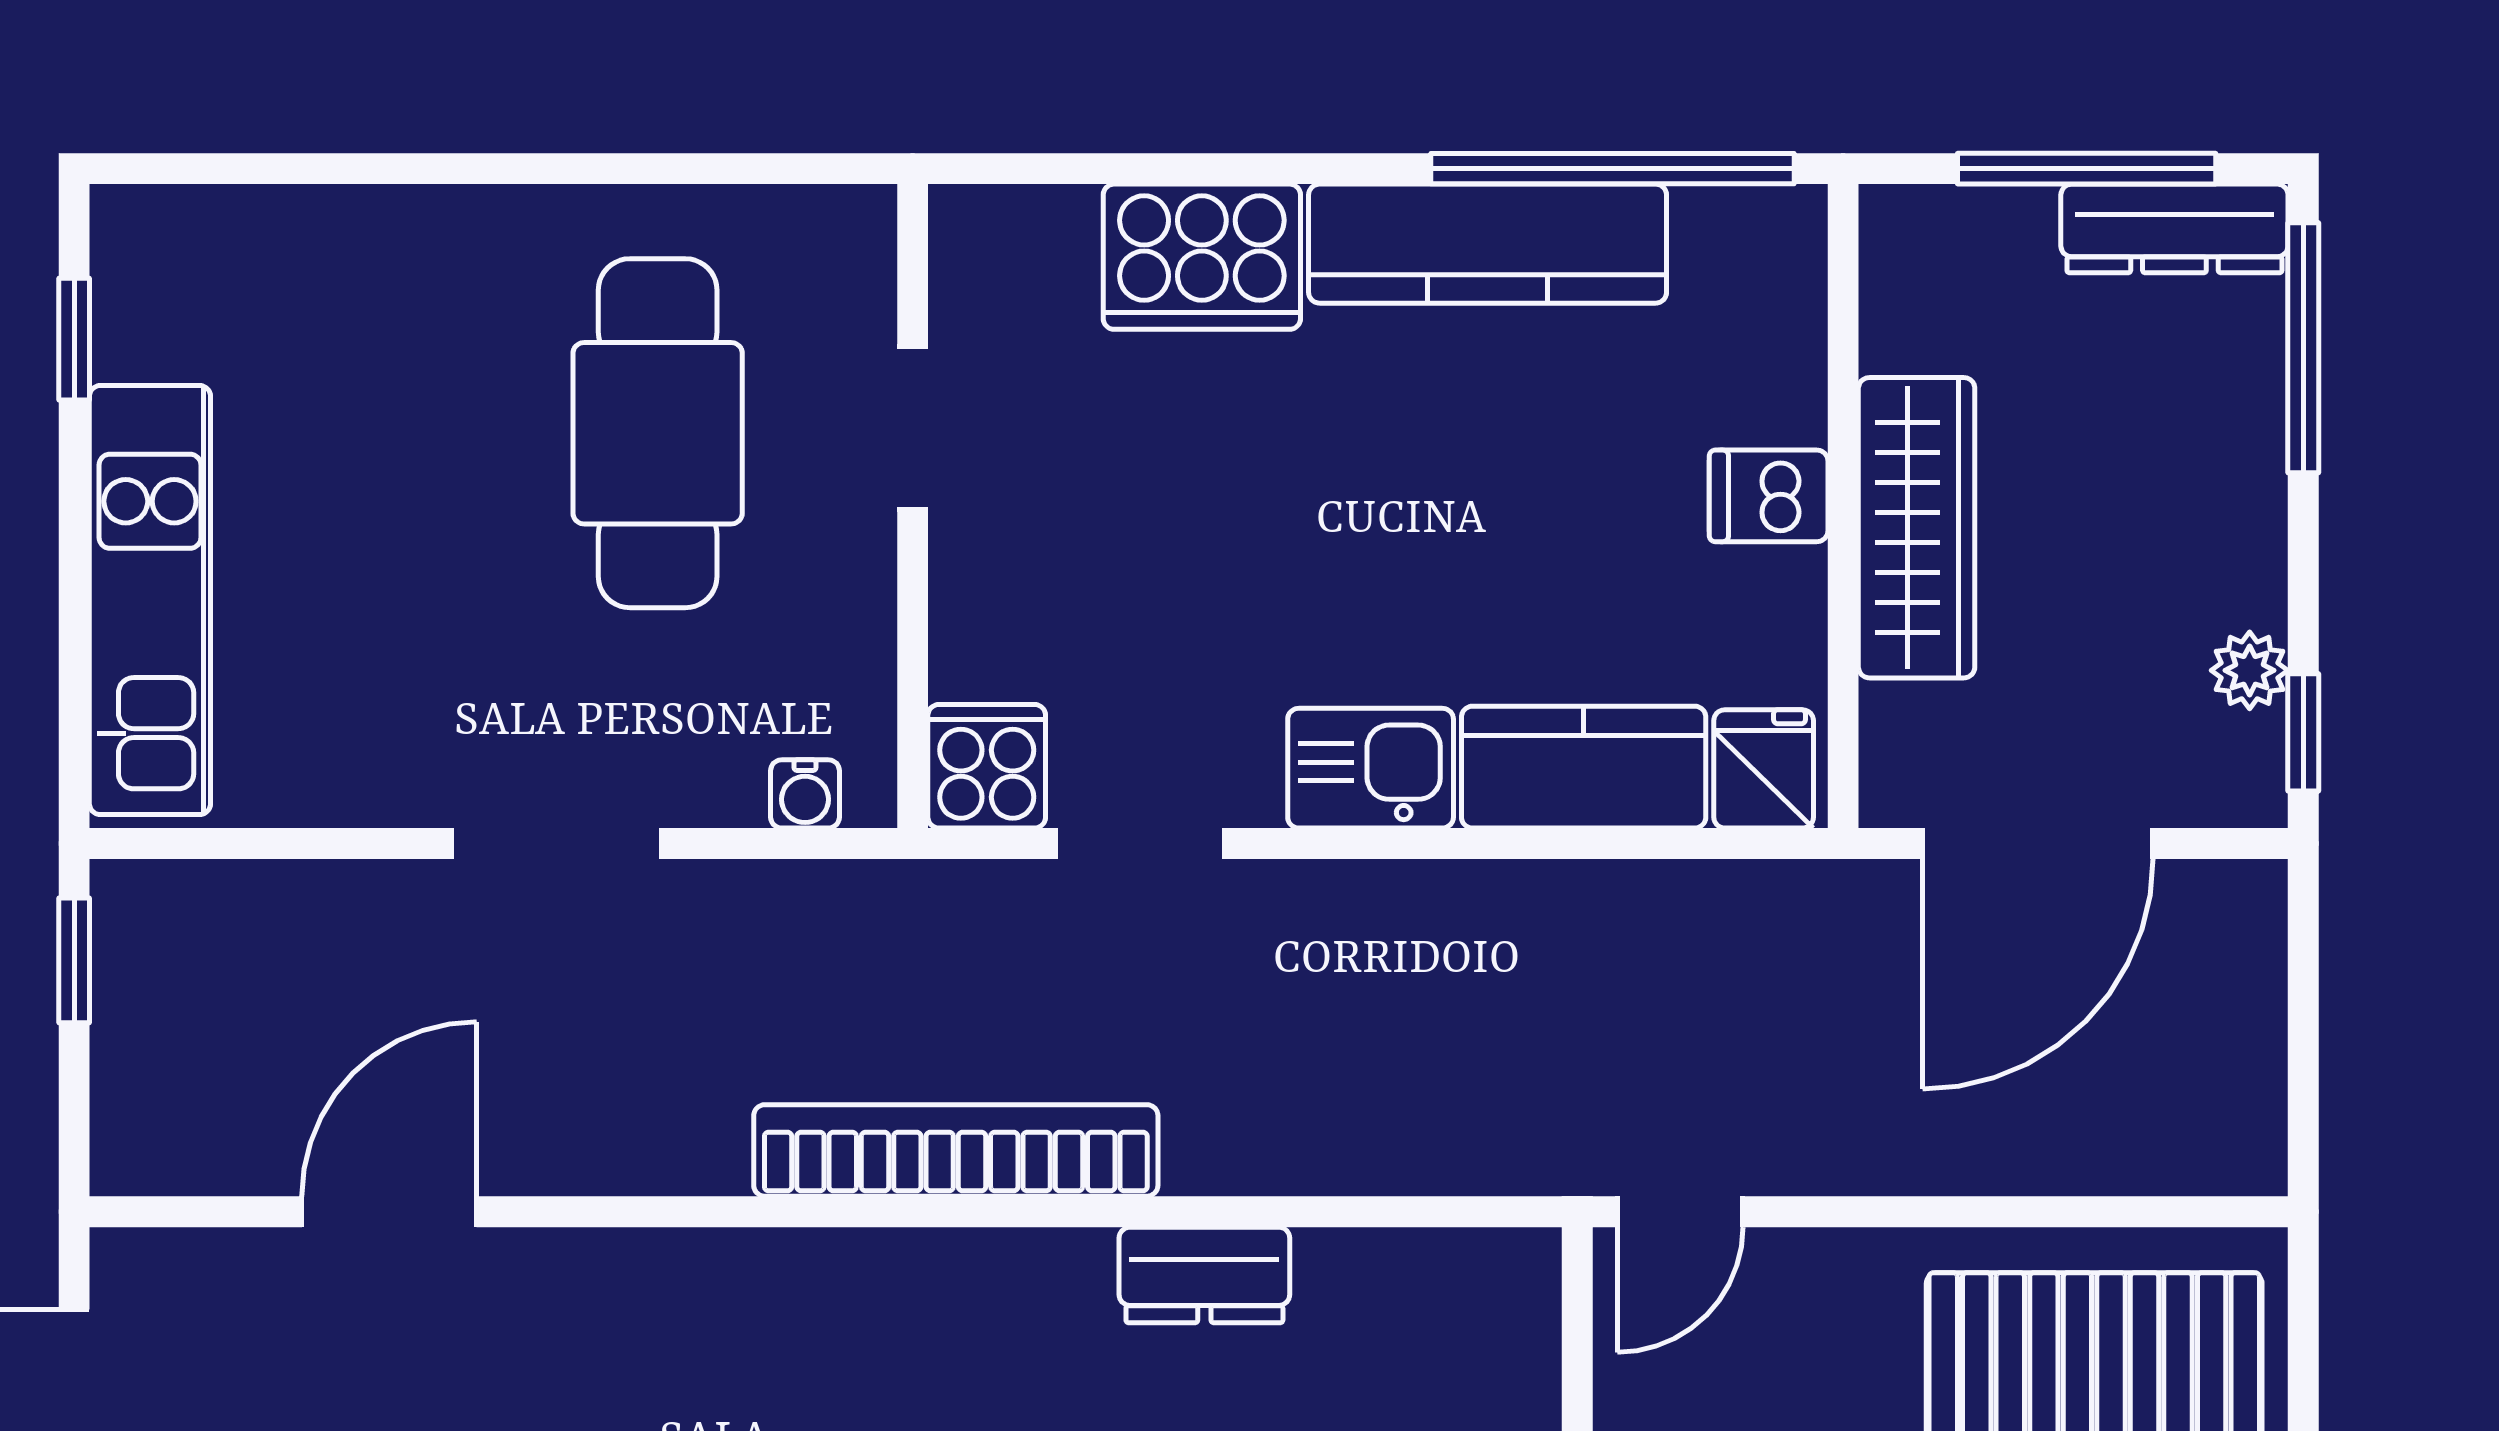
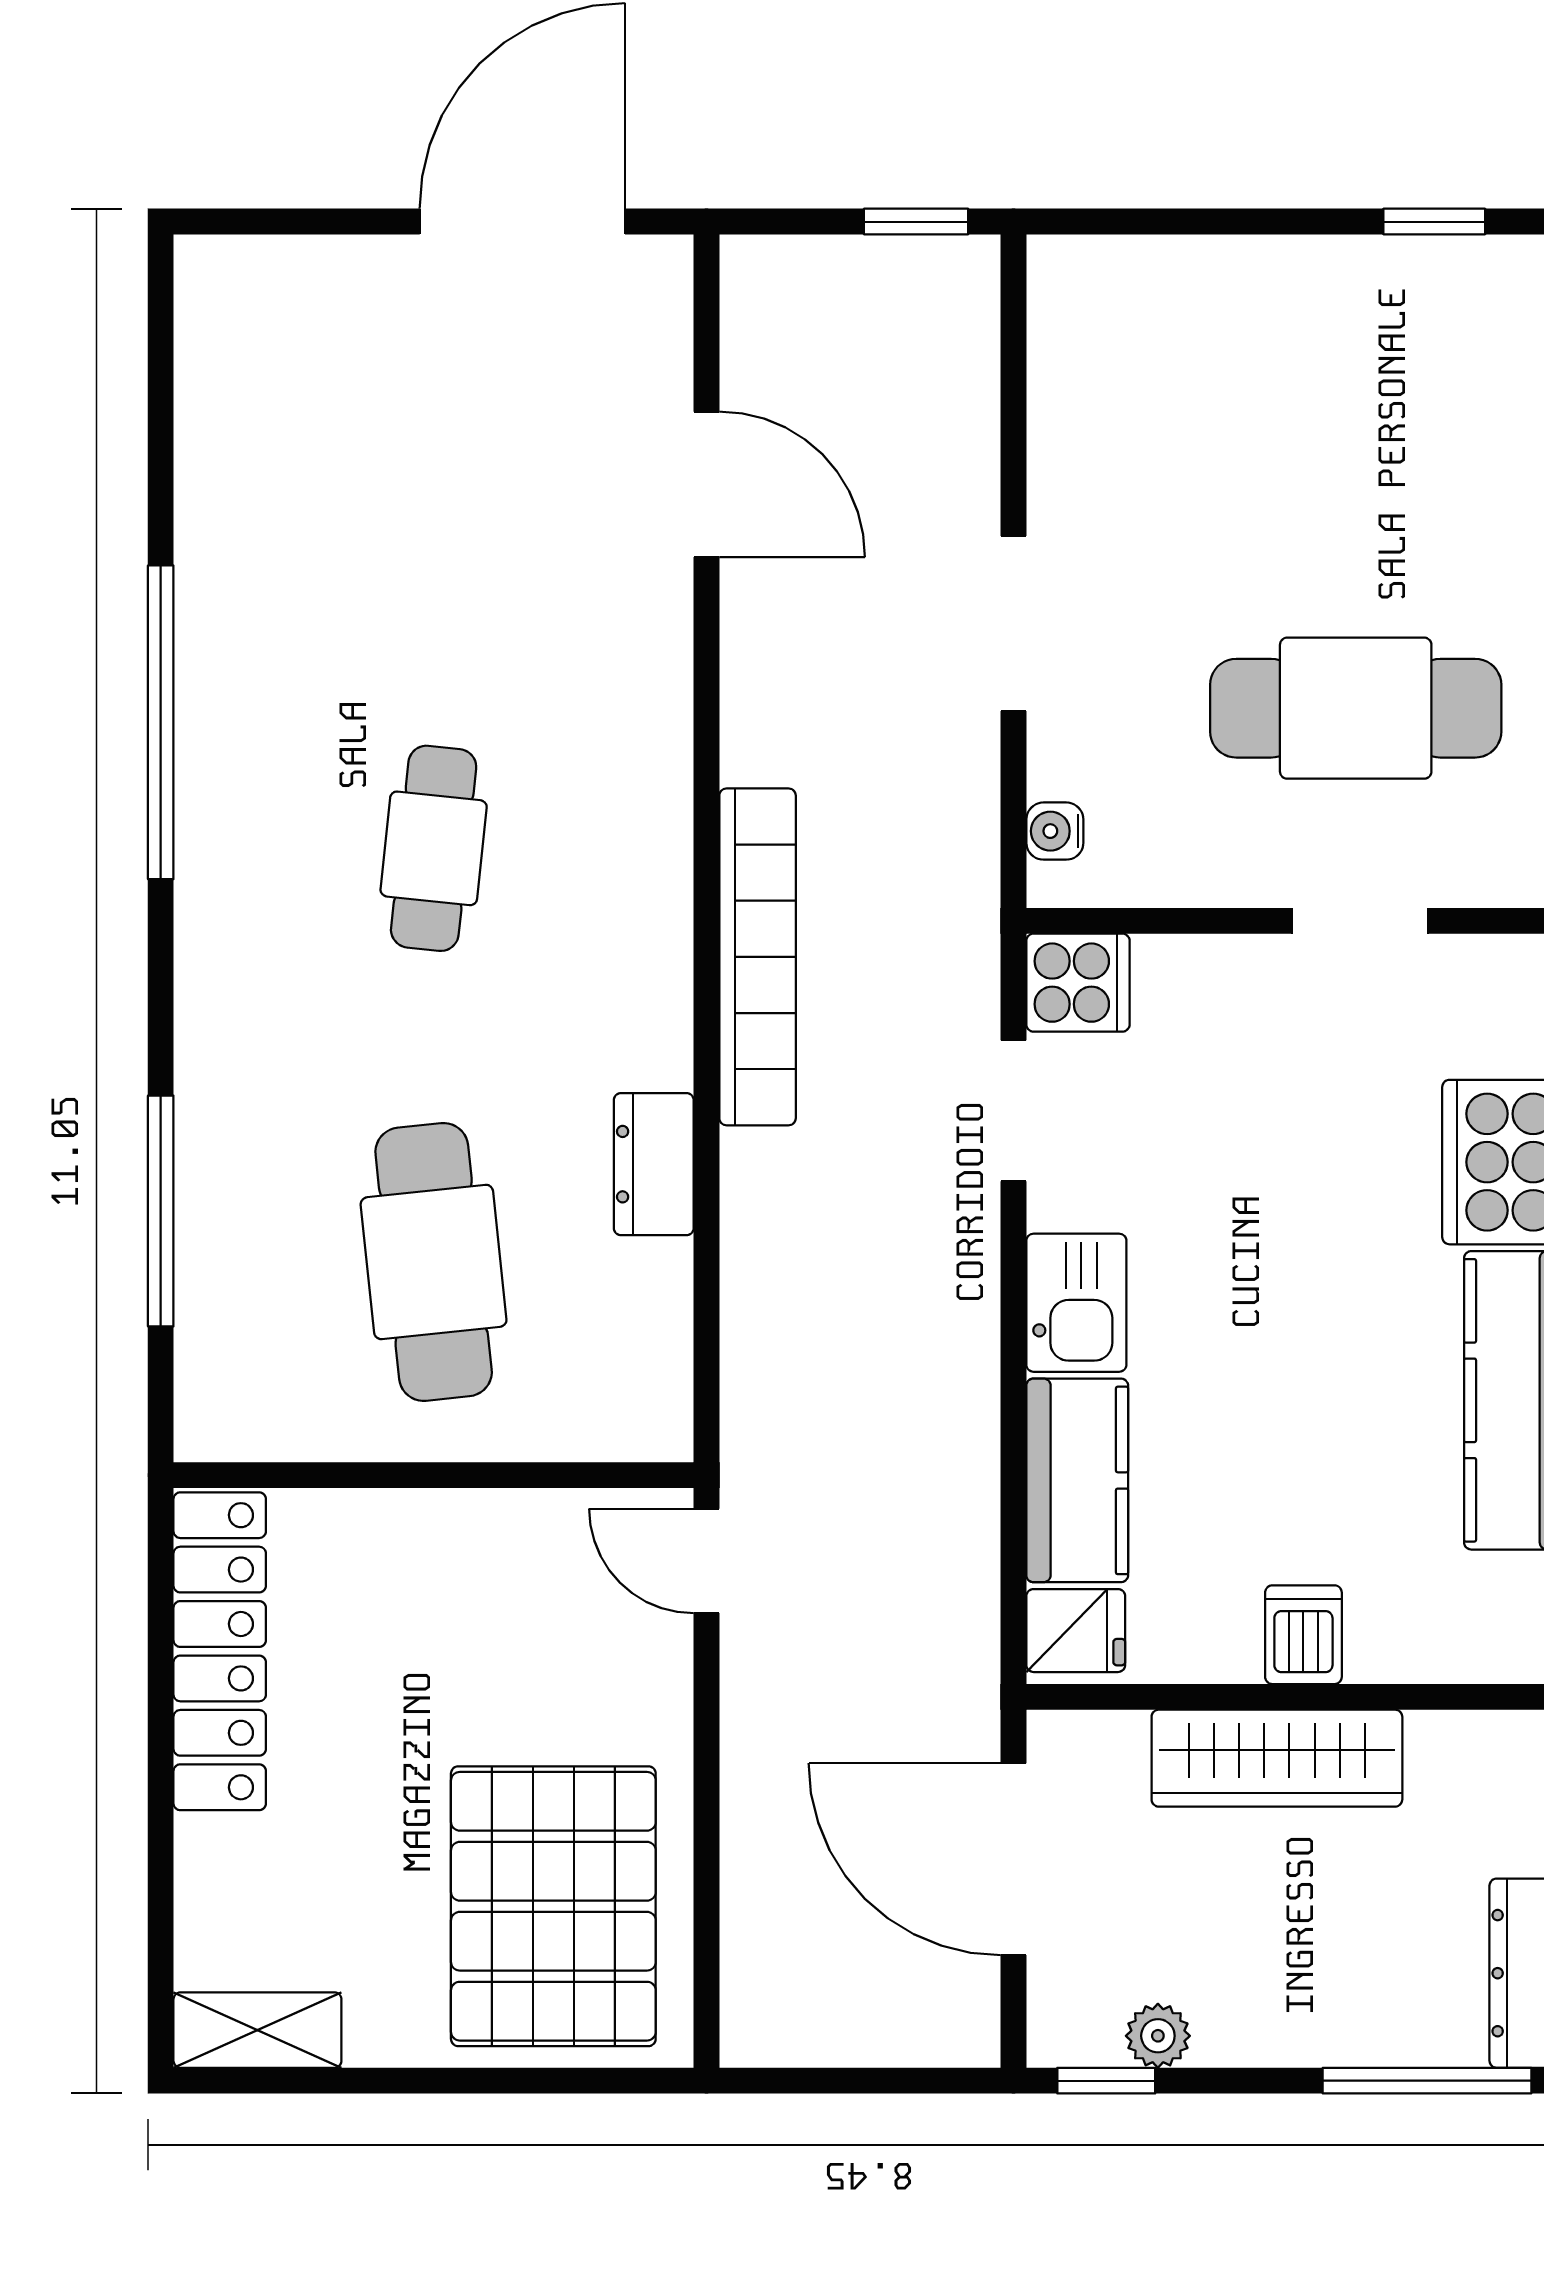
kitchen unit: (150, 600) -> (1217, 285), removed

